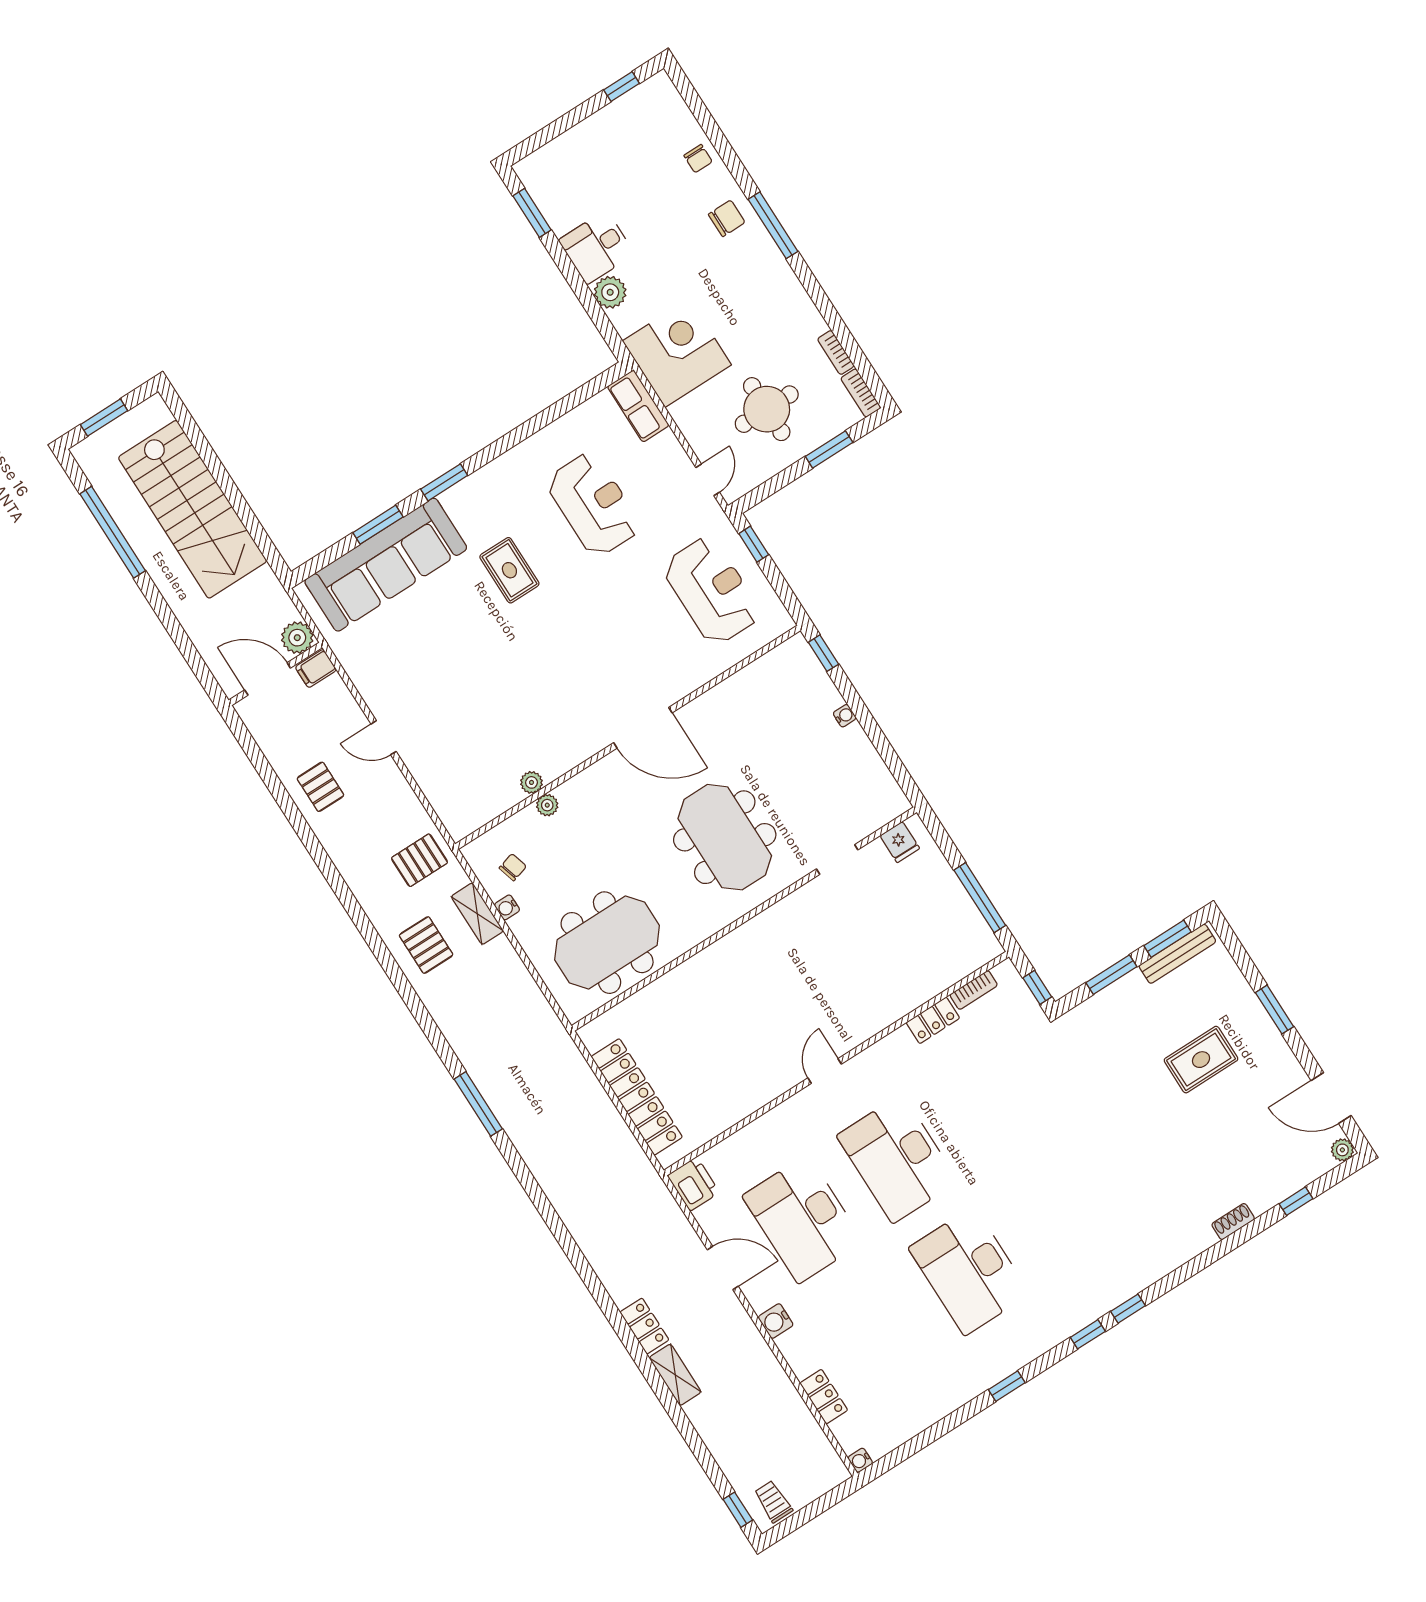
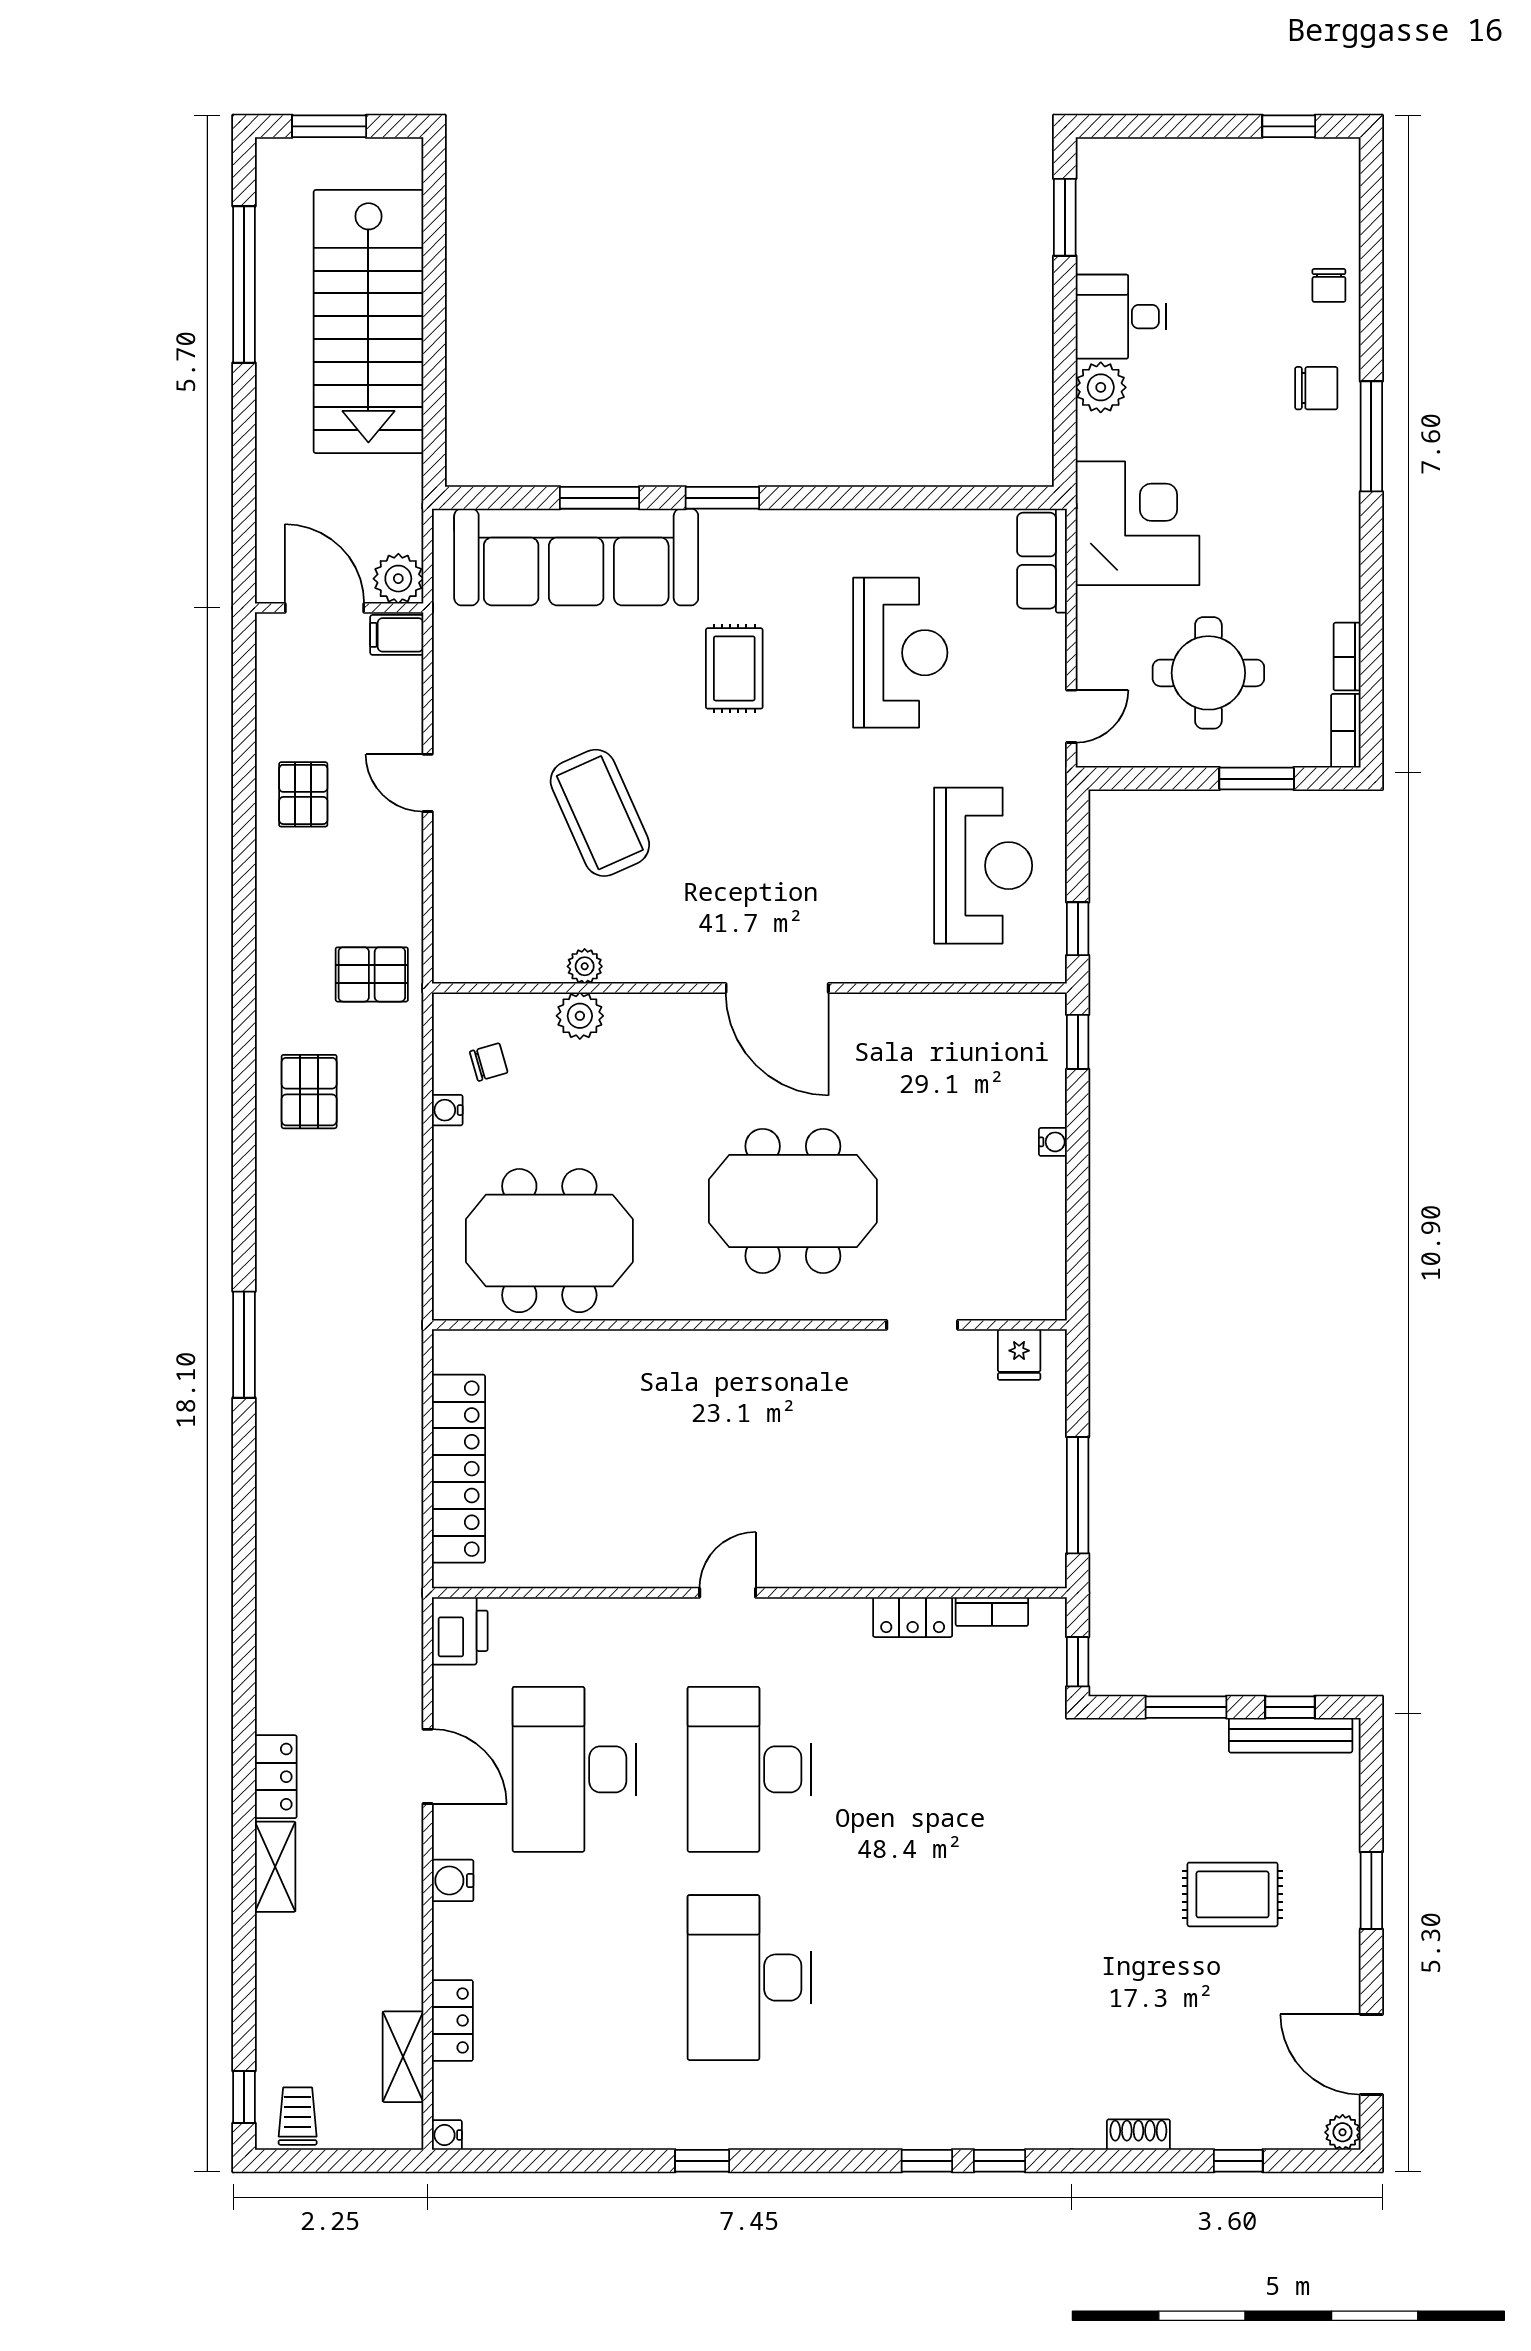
window: (754, 544) -> (1078, 929), moved
coffee table: (487, 694) -> (600, 813), added
plant: (547, 805) -> (580, 1016), width x1.38, depth x1.38
meeting table: (725, 837) -> (793, 1201), turned 90
shelving: (477, 914) -> (403, 2057), moved
window: (1167, 939) -> (1290, 1707), width x0.67
window: (1088, 1334) -> (999, 2161), moved

